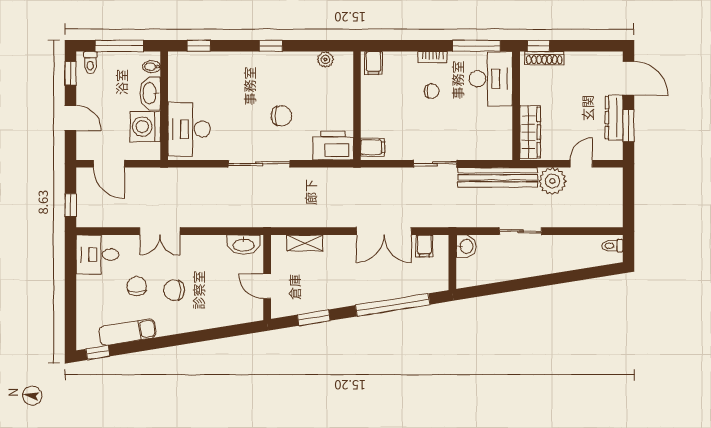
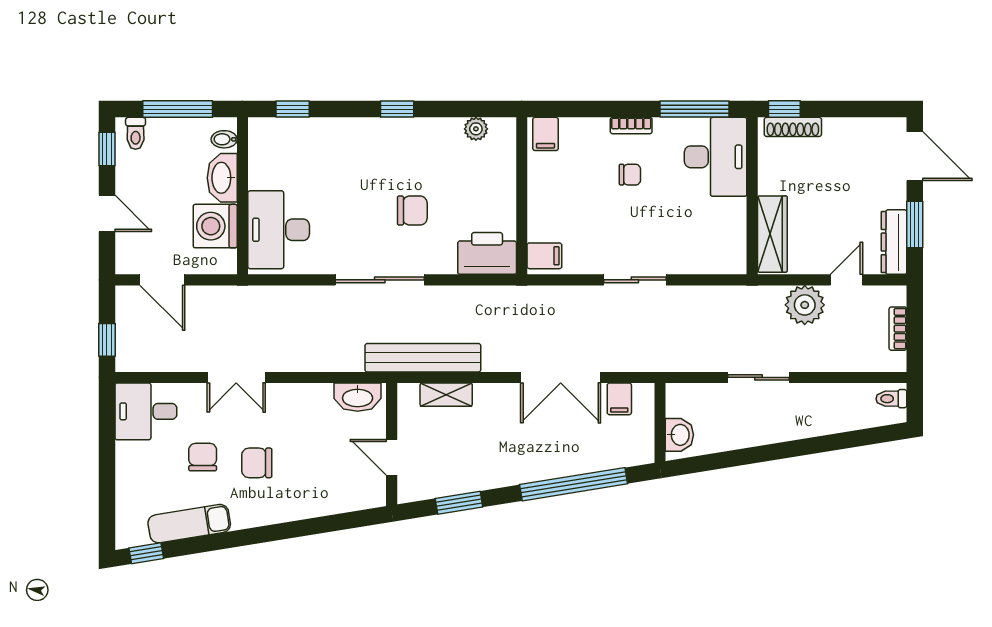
dresser: (614, 118) -> (894, 242), moved
bench: (498, 177) -> (423, 358), moved
bookcase: (617, 197) -> (898, 329), added
washbasin: (466, 246) -> (679, 435), moved

